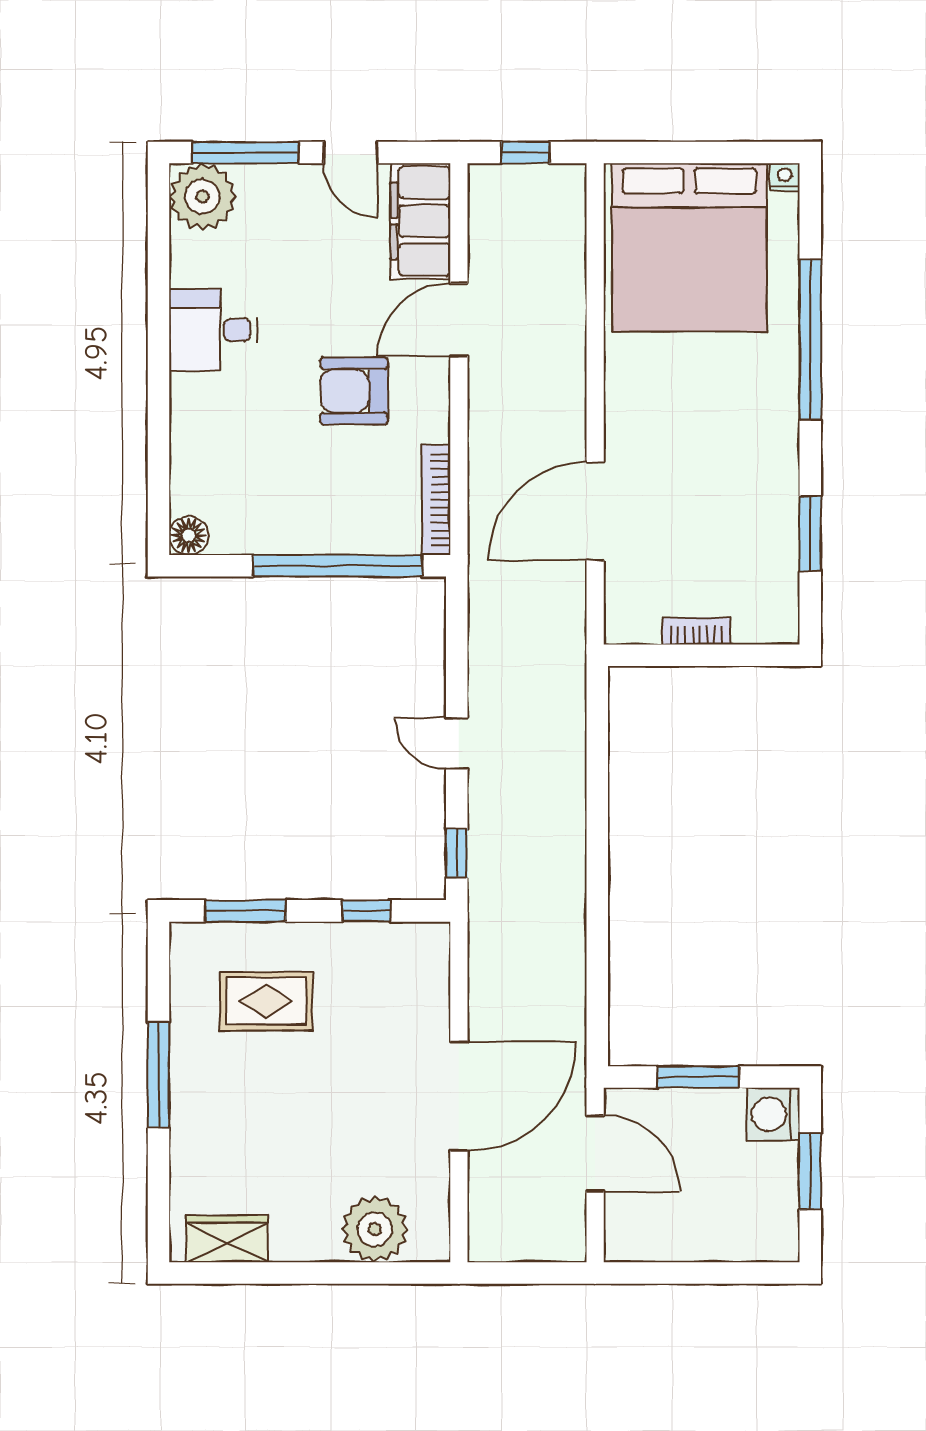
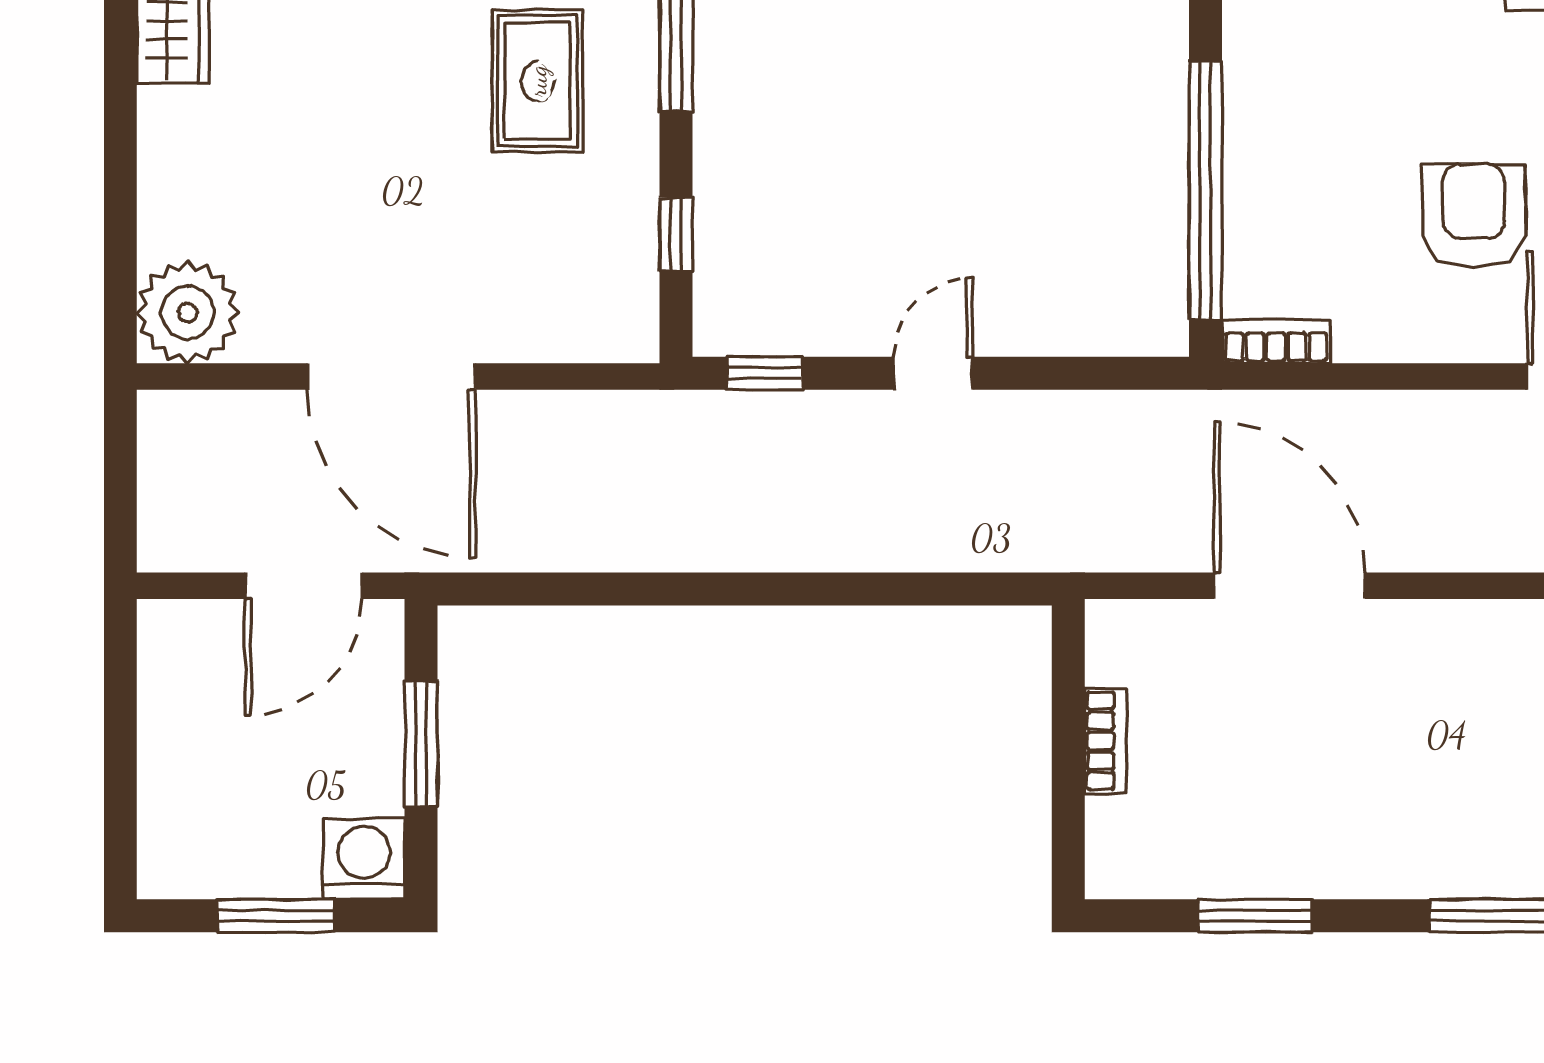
bookcase: (436, 500) -> (1276, 342), width x0.64
plant: (375, 1229) -> (188, 313), moved

